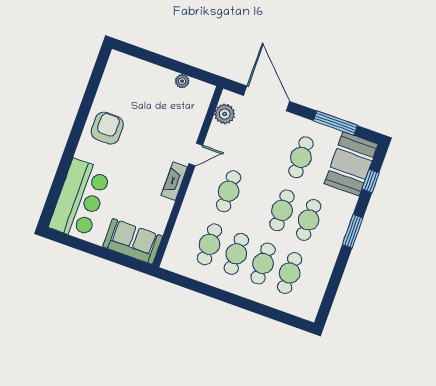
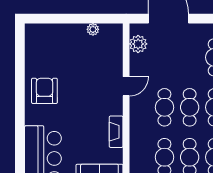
fireplace: (174, 181) -> (116, 132), moved
cafe table: (255, 201) -> (190, 107), added

